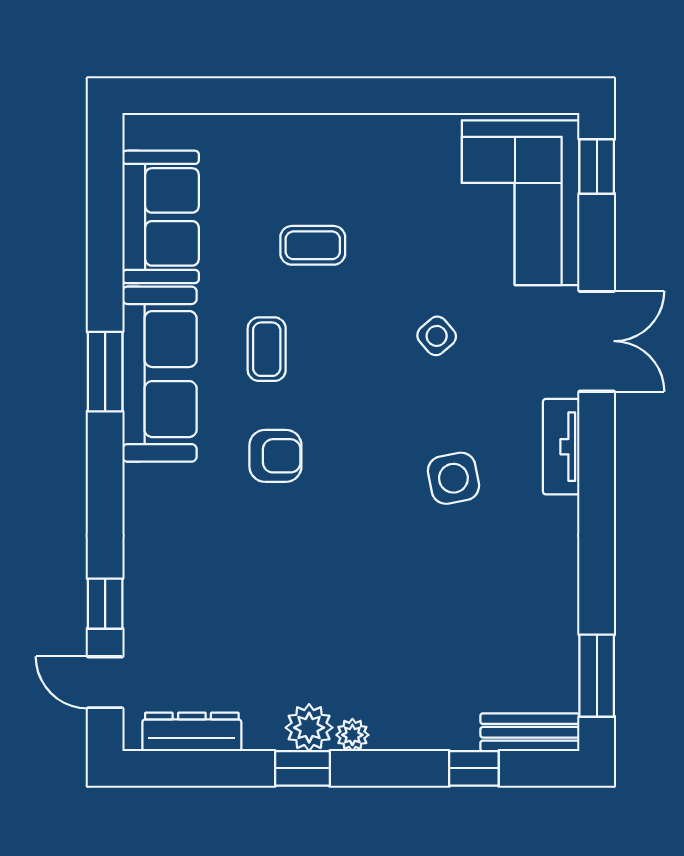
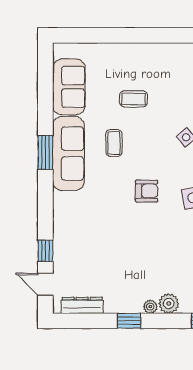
armchair: (275, 456) -> (147, 191), moved
plant: (309, 728) -> (169, 304), moved

